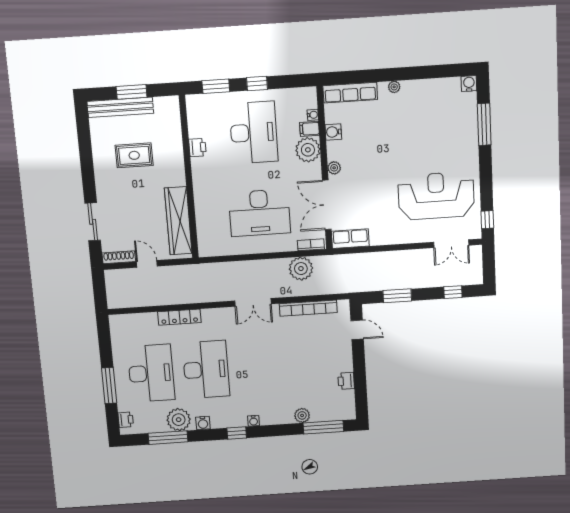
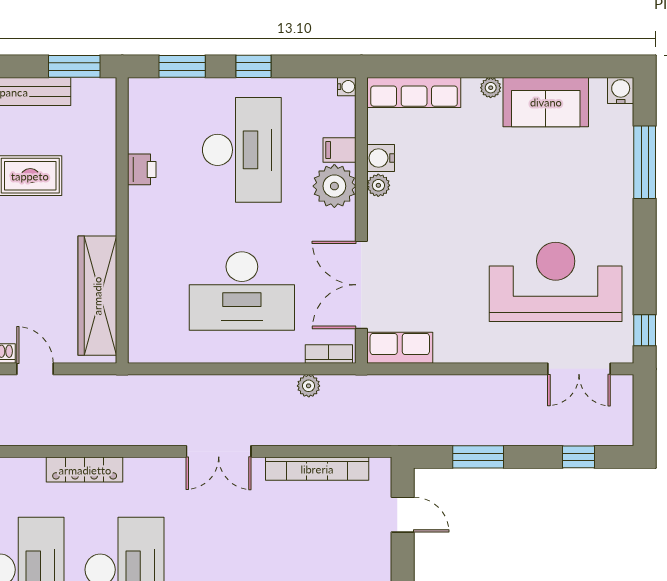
window: (132, 92) -> (74, 66), moved
sofa: (426, 93) -> (546, 102), added
water cooler: (313, 115) -> (347, 87), moved
plant: (334, 168) -> (378, 185), moved
plant: (301, 269) -> (309, 386), width x0.53, depth x0.53

